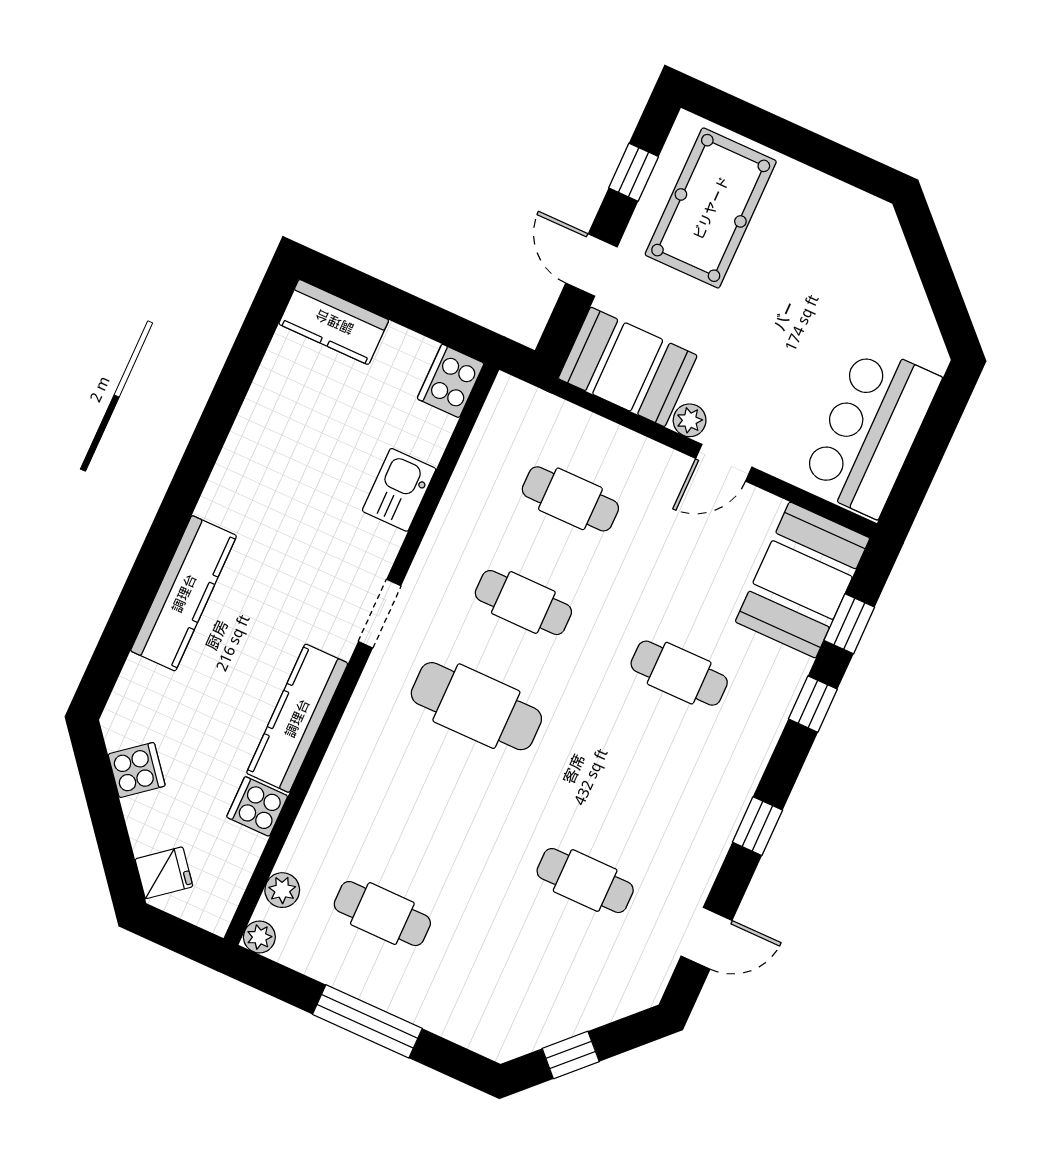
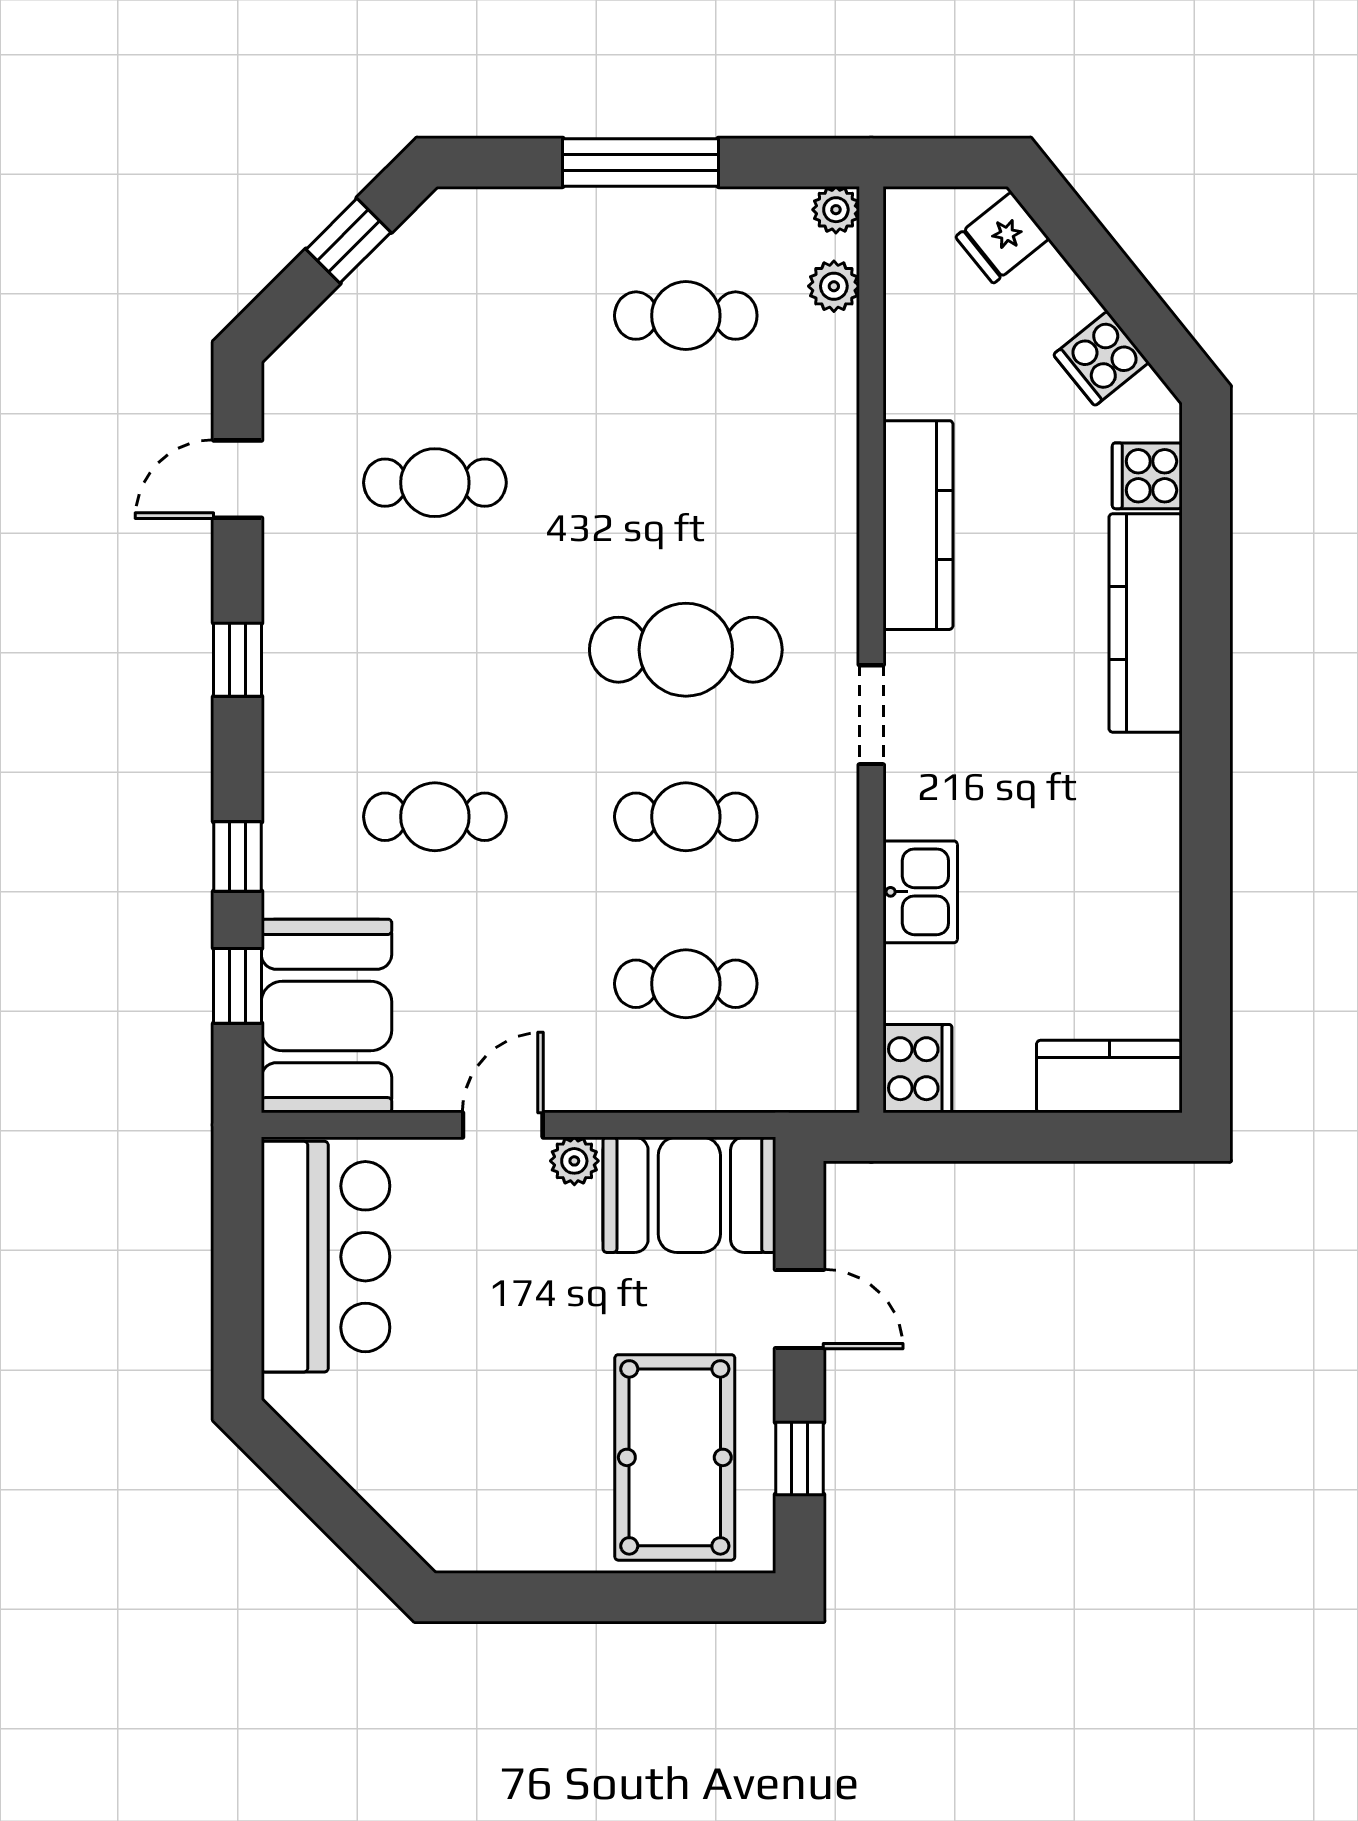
cooker: (257, 806) -> (1147, 476), moved, turned 180

